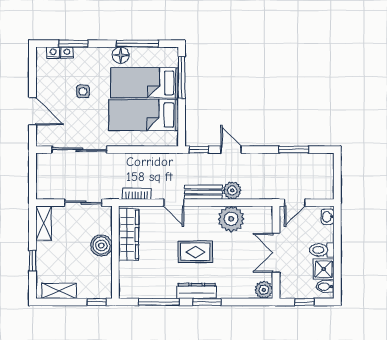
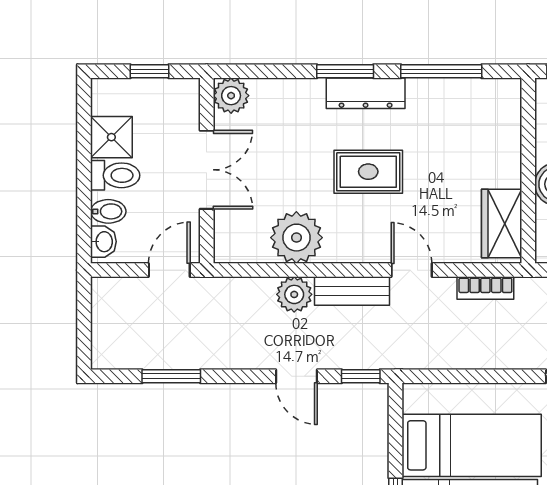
wardrobe: (129, 234) -> (502, 224), width x0.67
bidet: (325, 287) -> (108, 211), moved

